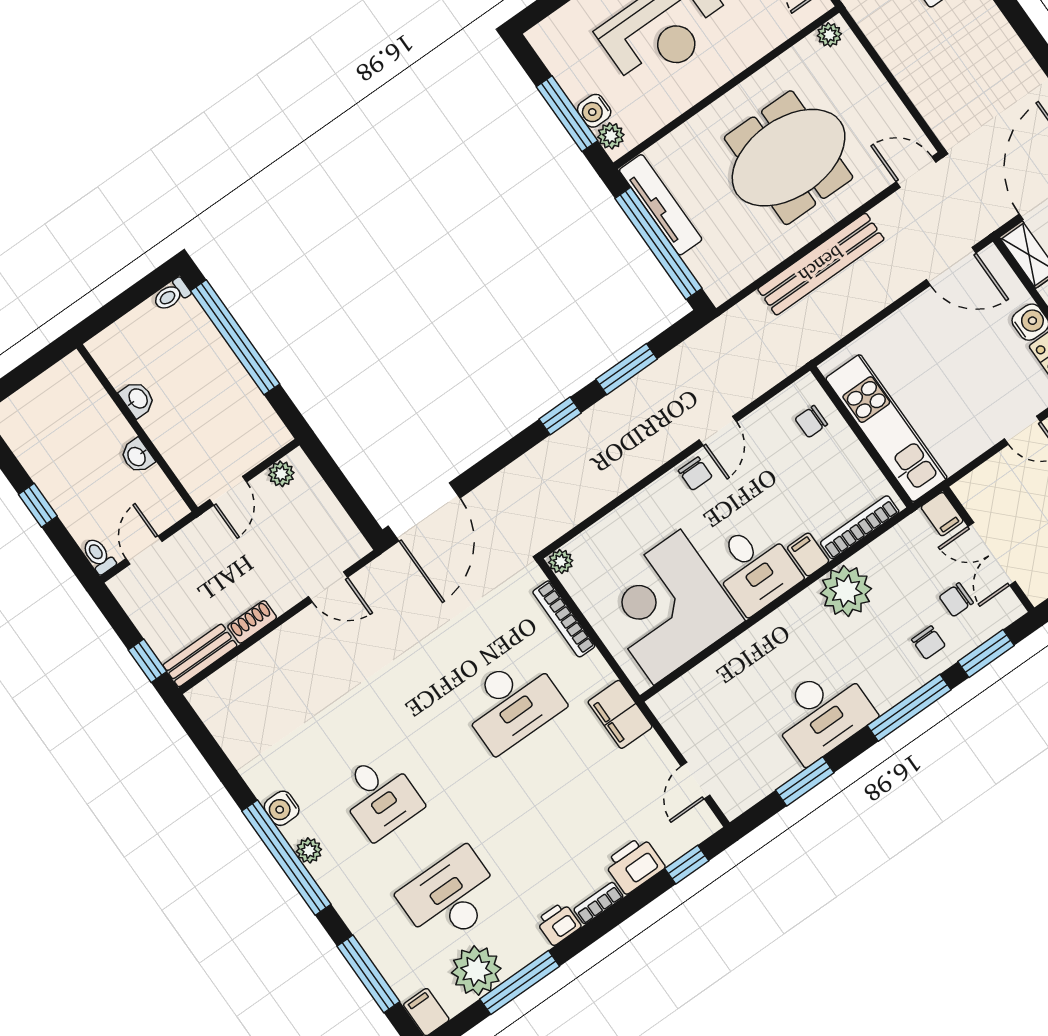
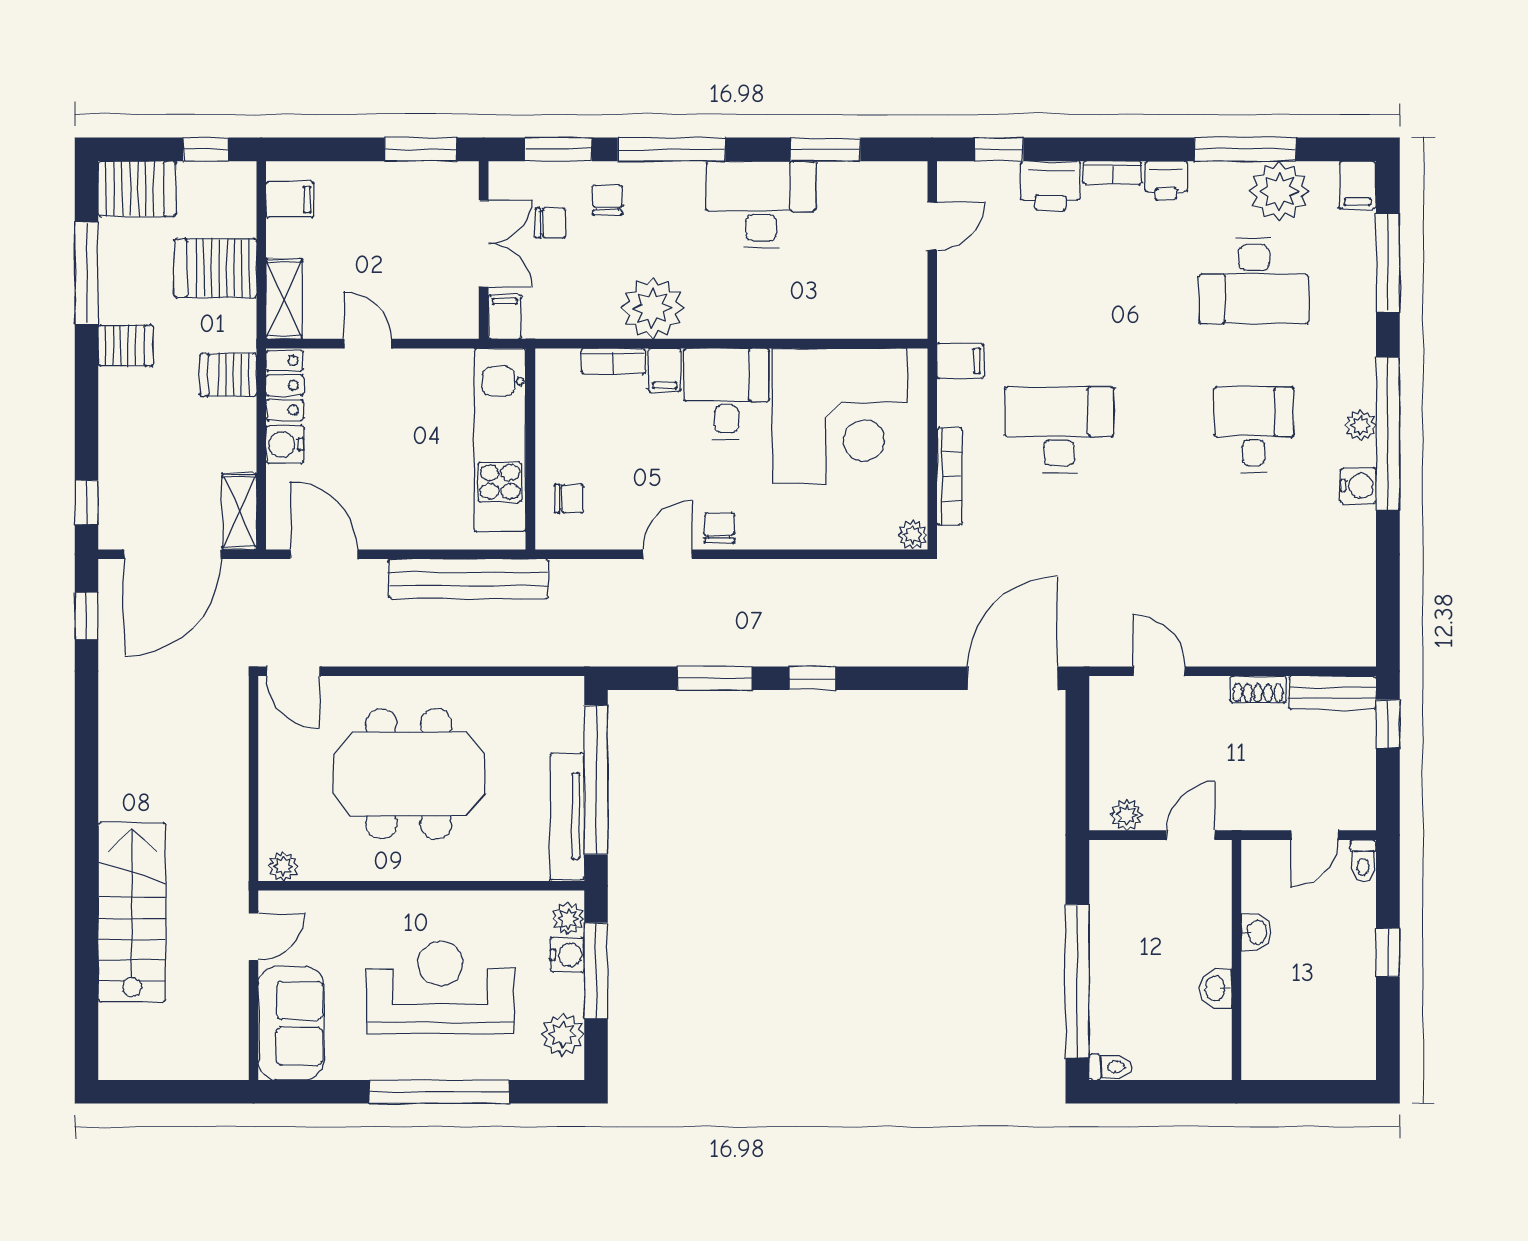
plant: (559, 54) -> (563, 1035), added
bench: (821, 264) -> (468, 579), moved
bookcase: (860, 527) -> (613, 361), width x0.64
filing cabinet: (620, 714) -> (960, 361), width x0.50

